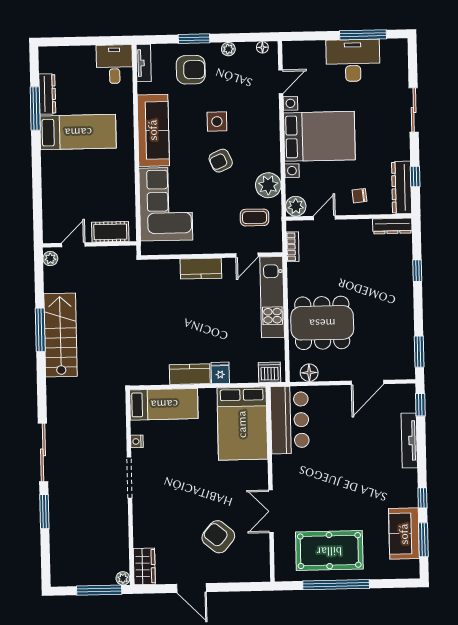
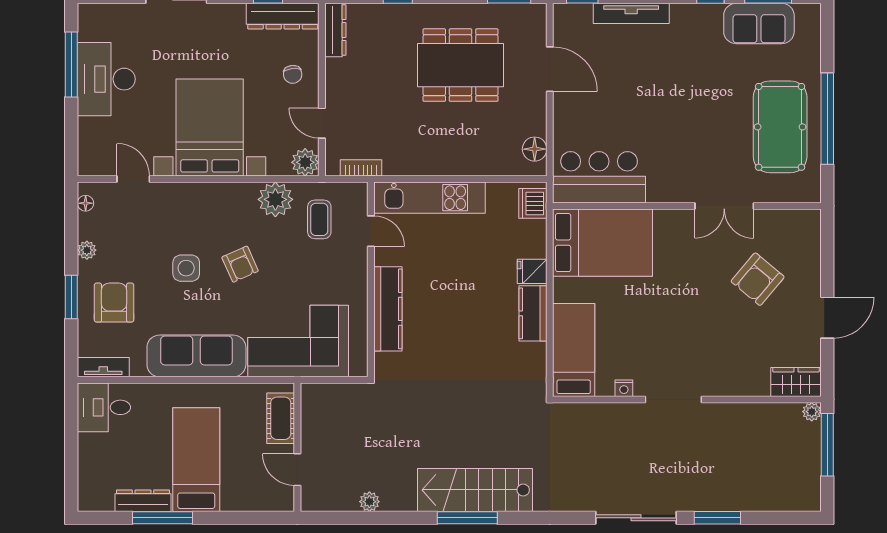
cot: (110, 232) -> (281, 418), moved
wall: (90, 244) -> (297, 447), moved
door: (73, 245) -> (297, 470), moved
kitchen counter: (201, 269) -> (388, 309), width x1.50
dining table: (322, 323) -> (461, 65), moved, turned 90

